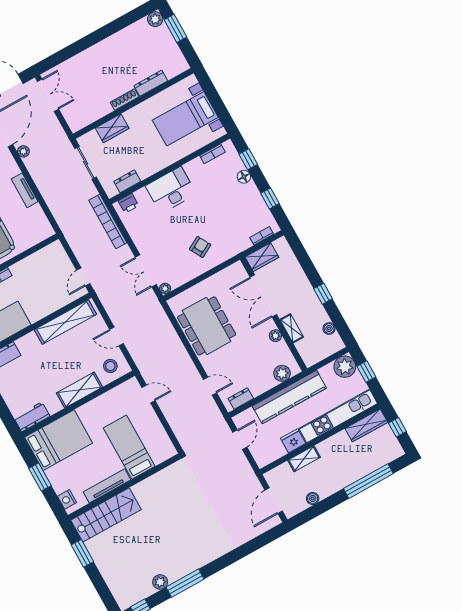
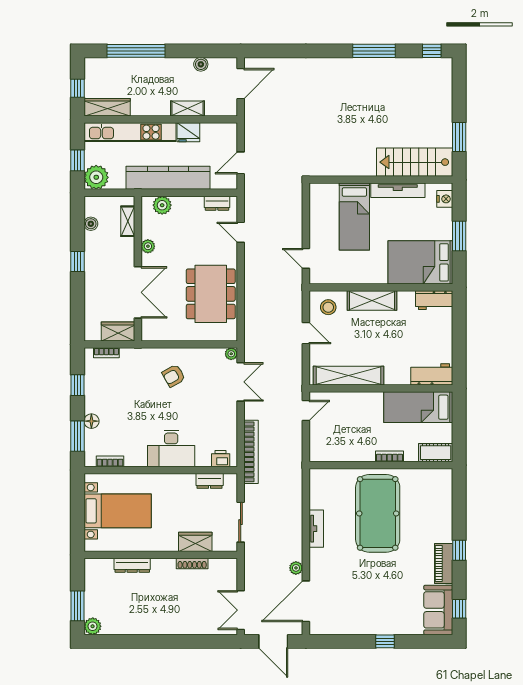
shoe rack: (124, 100) -> (192, 563), moved
window: (248, 159) -> (77, 436), width x1.50
shelving: (292, 328) -> (128, 221), moved
plant: (160, 582) -> (398, 66), removed

